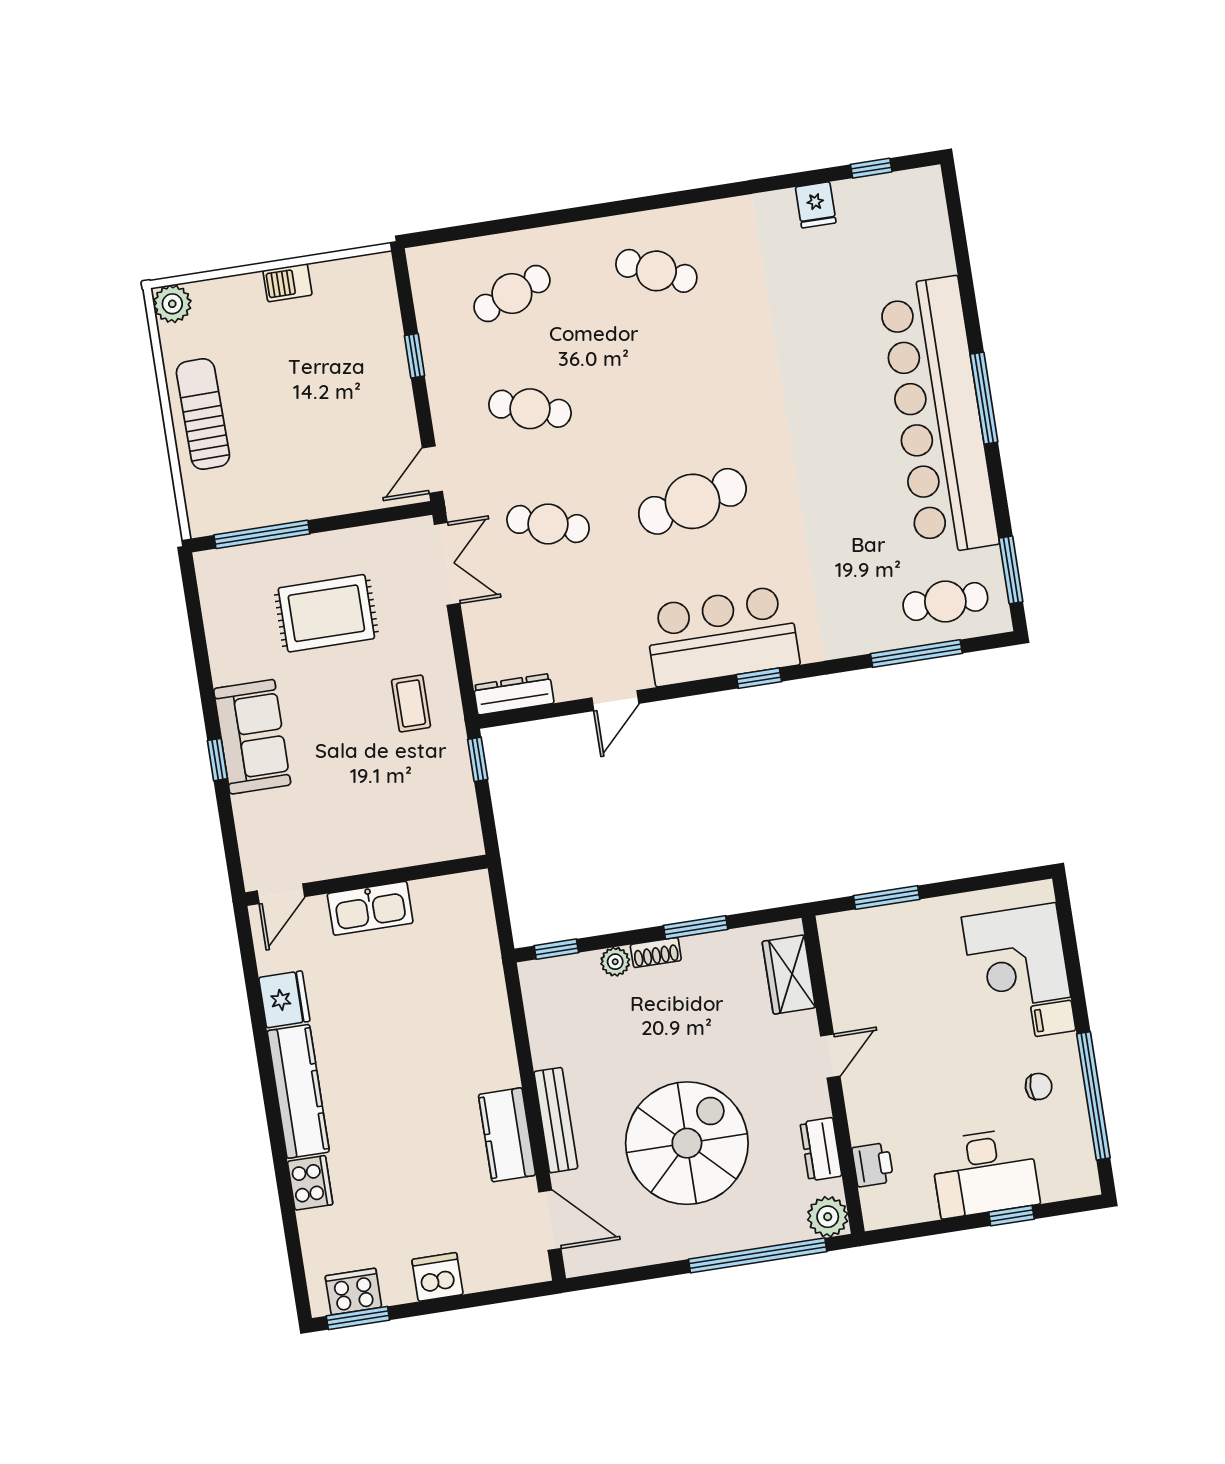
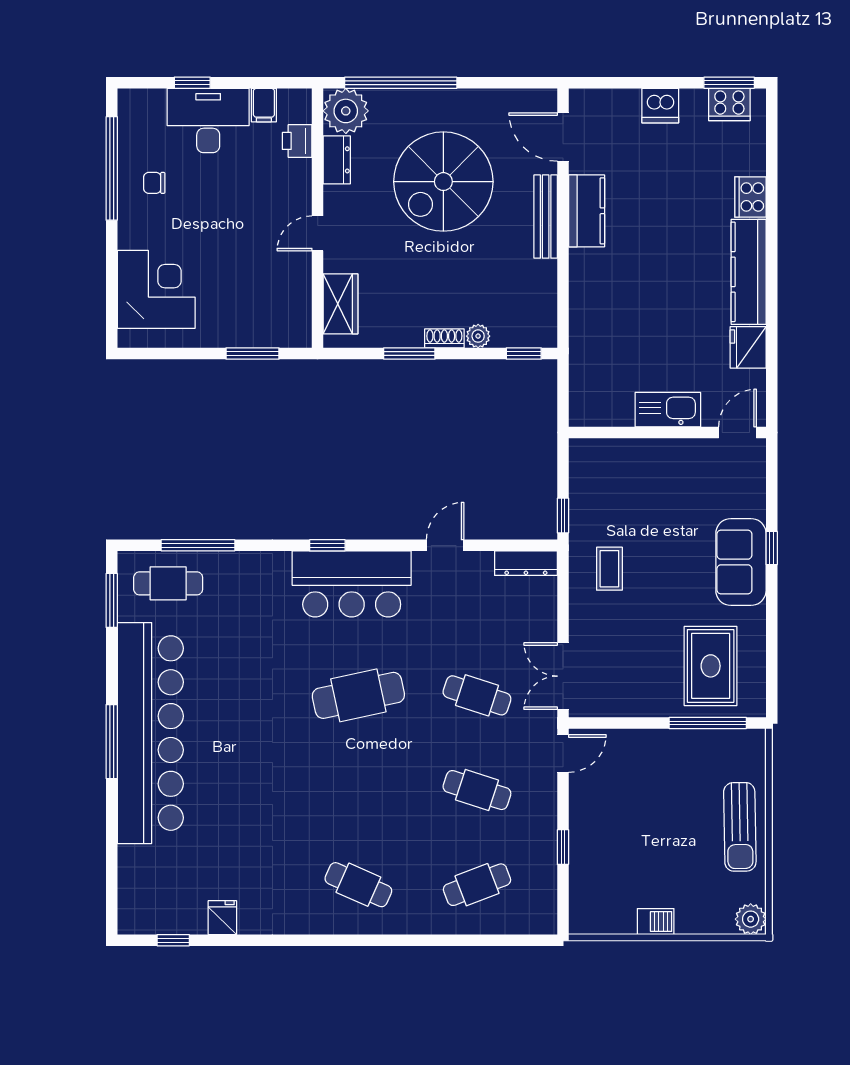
rug: (326, 613) -> (711, 666), moved, turned 90
filing cabinet: (1053, 1018) -> (264, 105), moved, turned 90
plant: (828, 1217) -> (346, 111), width x1.36, depth x1.36

